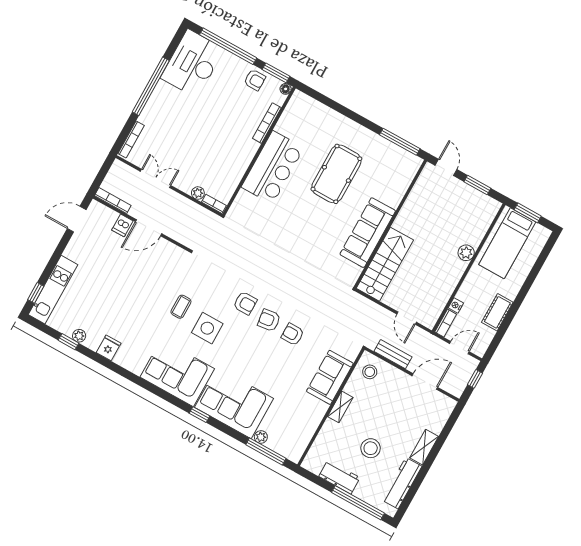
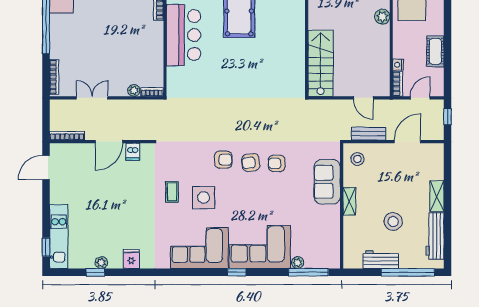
dishwasher: (122, 225) -> (133, 152), moved
sofa: (368, 233) -> (292, 45), removed

